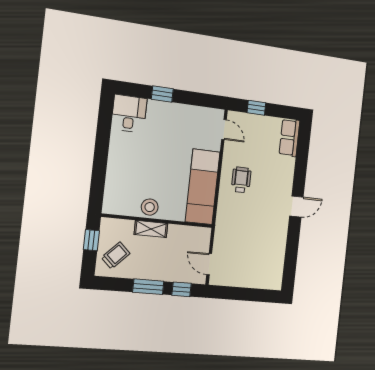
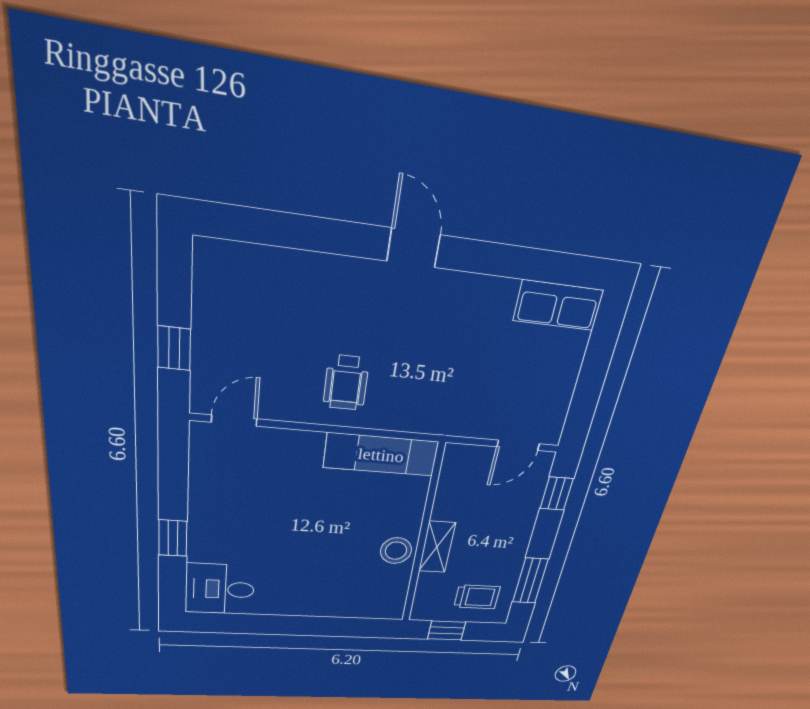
row of seats: (289, 138) -> (558, 305), moved
wheelchair: (241, 180) -> (346, 383), turned -90
exam couch: (203, 187) -> (381, 455), width x0.73, depth x0.69
trolley: (116, 255) -> (477, 597), turned 136
window: (148, 287) -> (530, 581), moved

